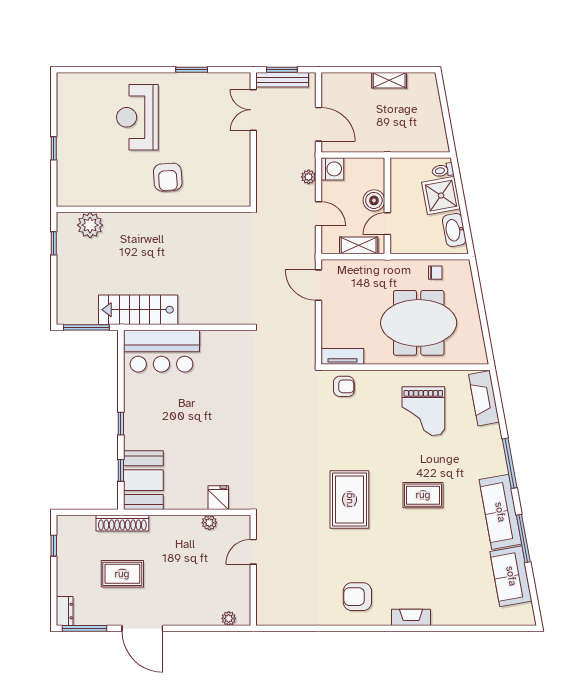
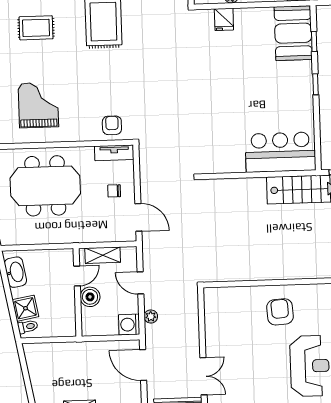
shower: (441, 196) -> (25, 308), width x0.73, depth x0.73
chair: (435, 273) -> (114, 191), moved
armchair: (344, 386) -> (112, 125), turned 90

